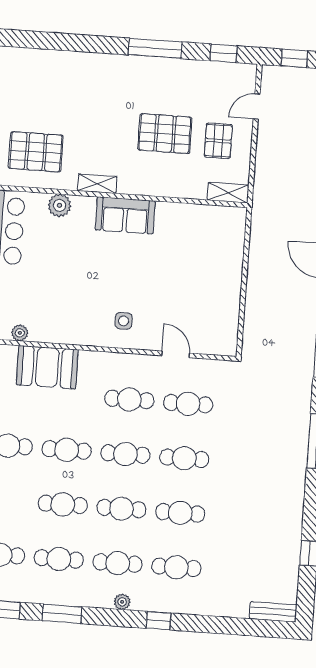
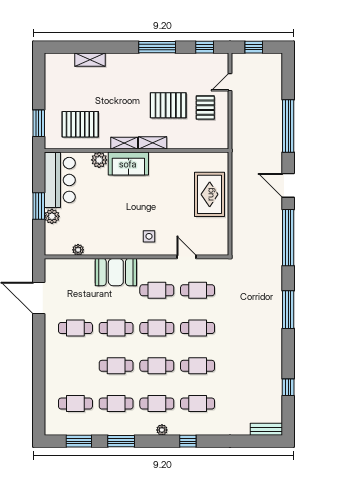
shelving: (57, 59) -> (90, 60), added
shelving: (228, 193) -> (153, 143), moved
sofa: (125, 215) -> (128, 164), moved
rug: (215, 266) -> (210, 194), added
booth: (47, 367) -> (116, 272), moved

